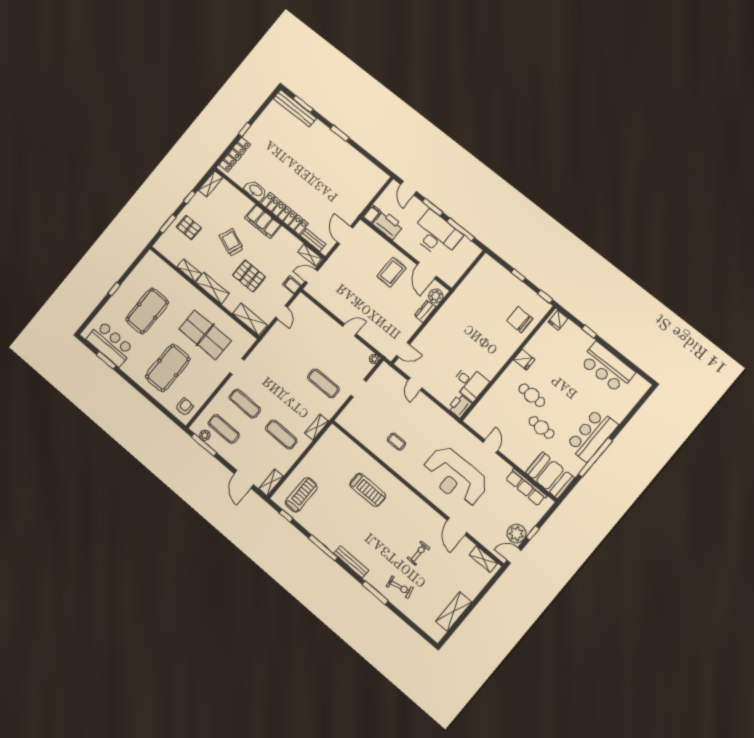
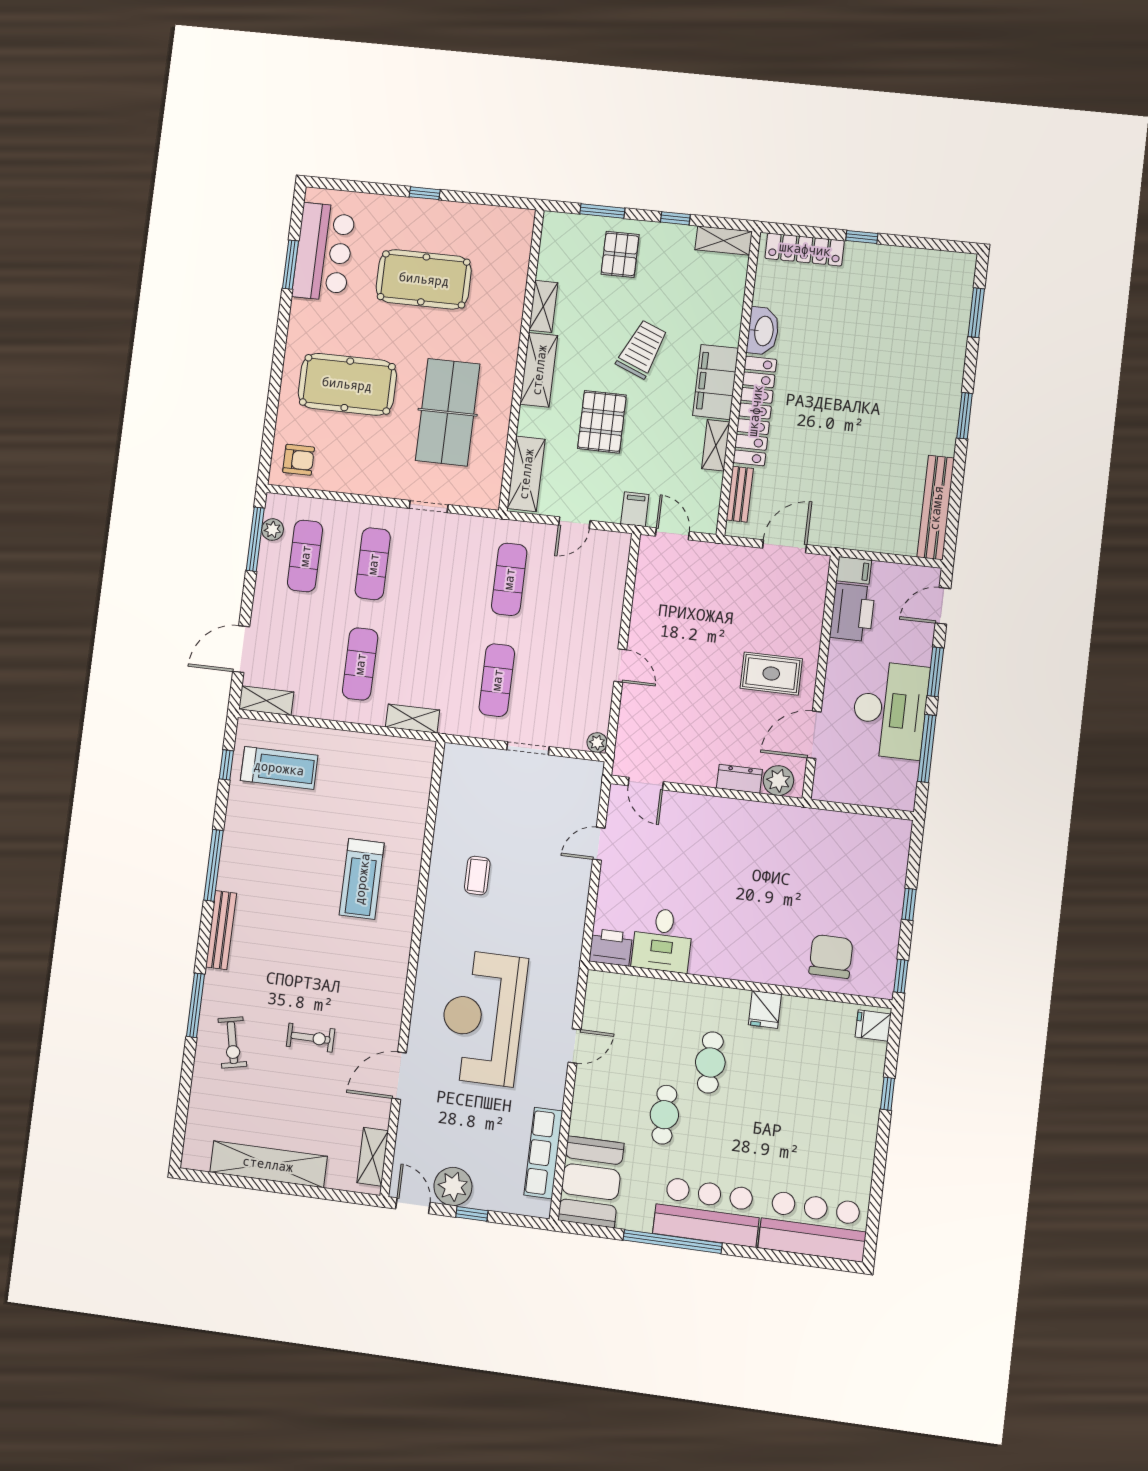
bench: (295, 108) -> (936, 508), moved
shelving: (310, 255) -> (716, 445), moved
exercise mat: (287, 353) -> (509, 579), added
bar counter: (607, 367) -> (814, 1226), moved, turned 90
shelving: (454, 612) -> (268, 1164), width x1.47

